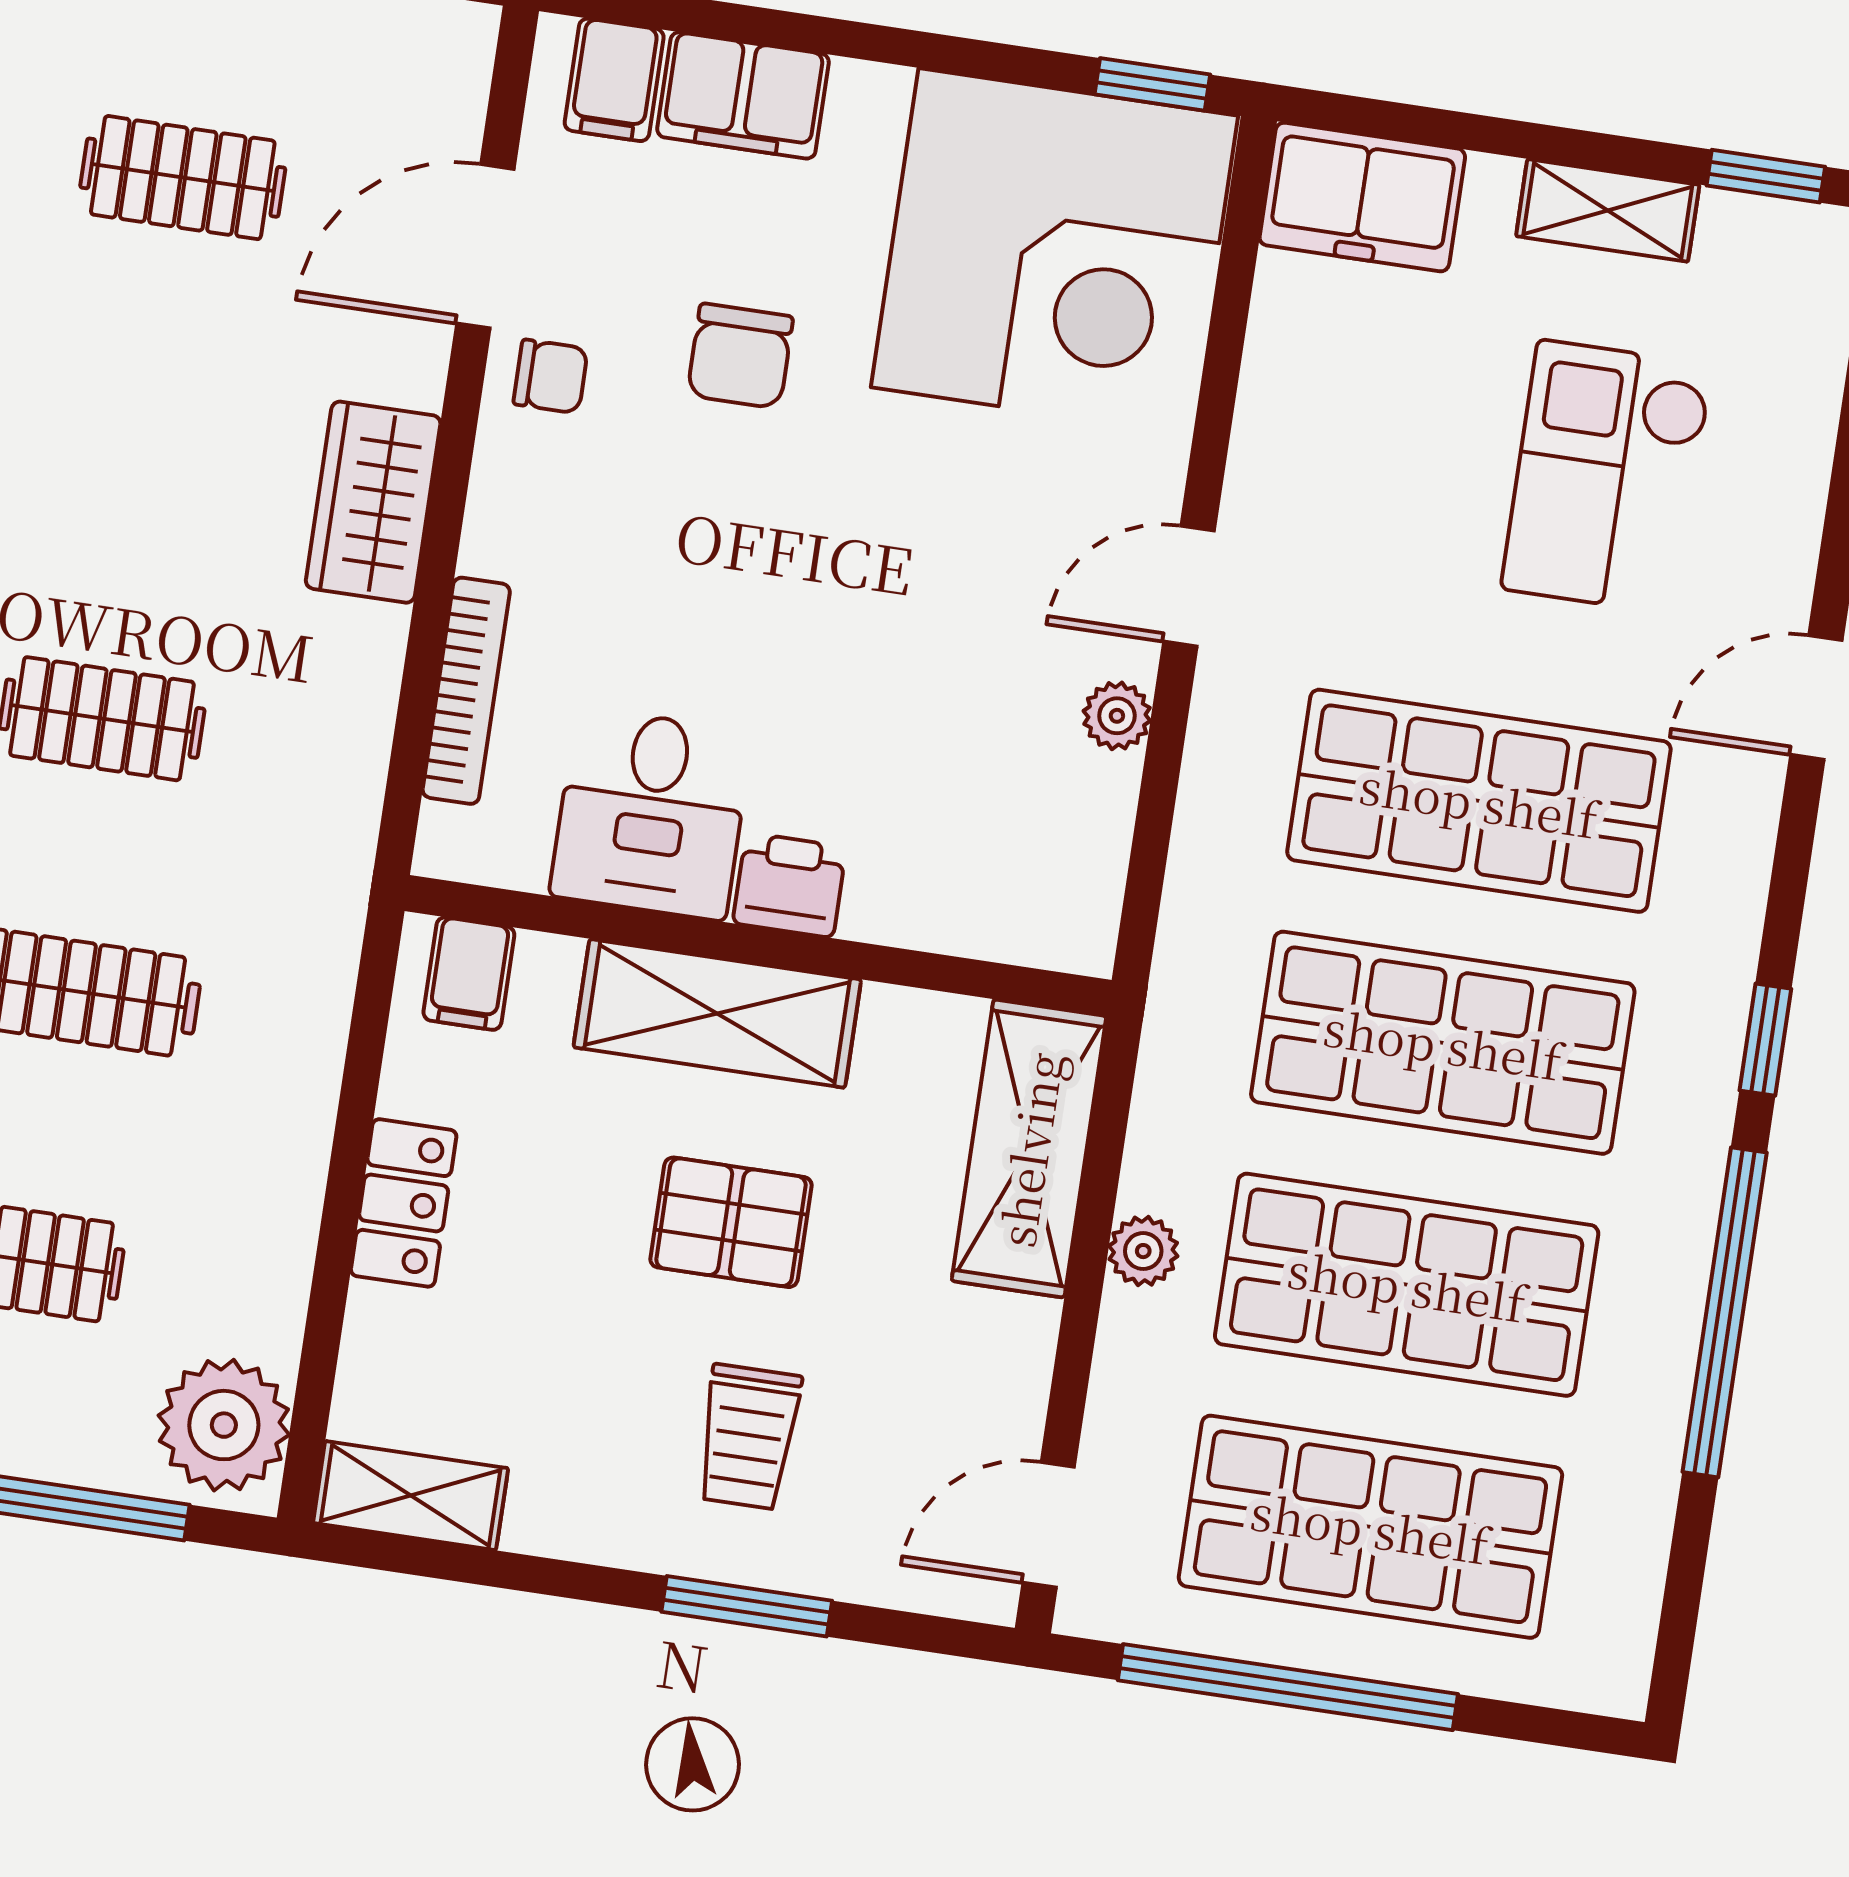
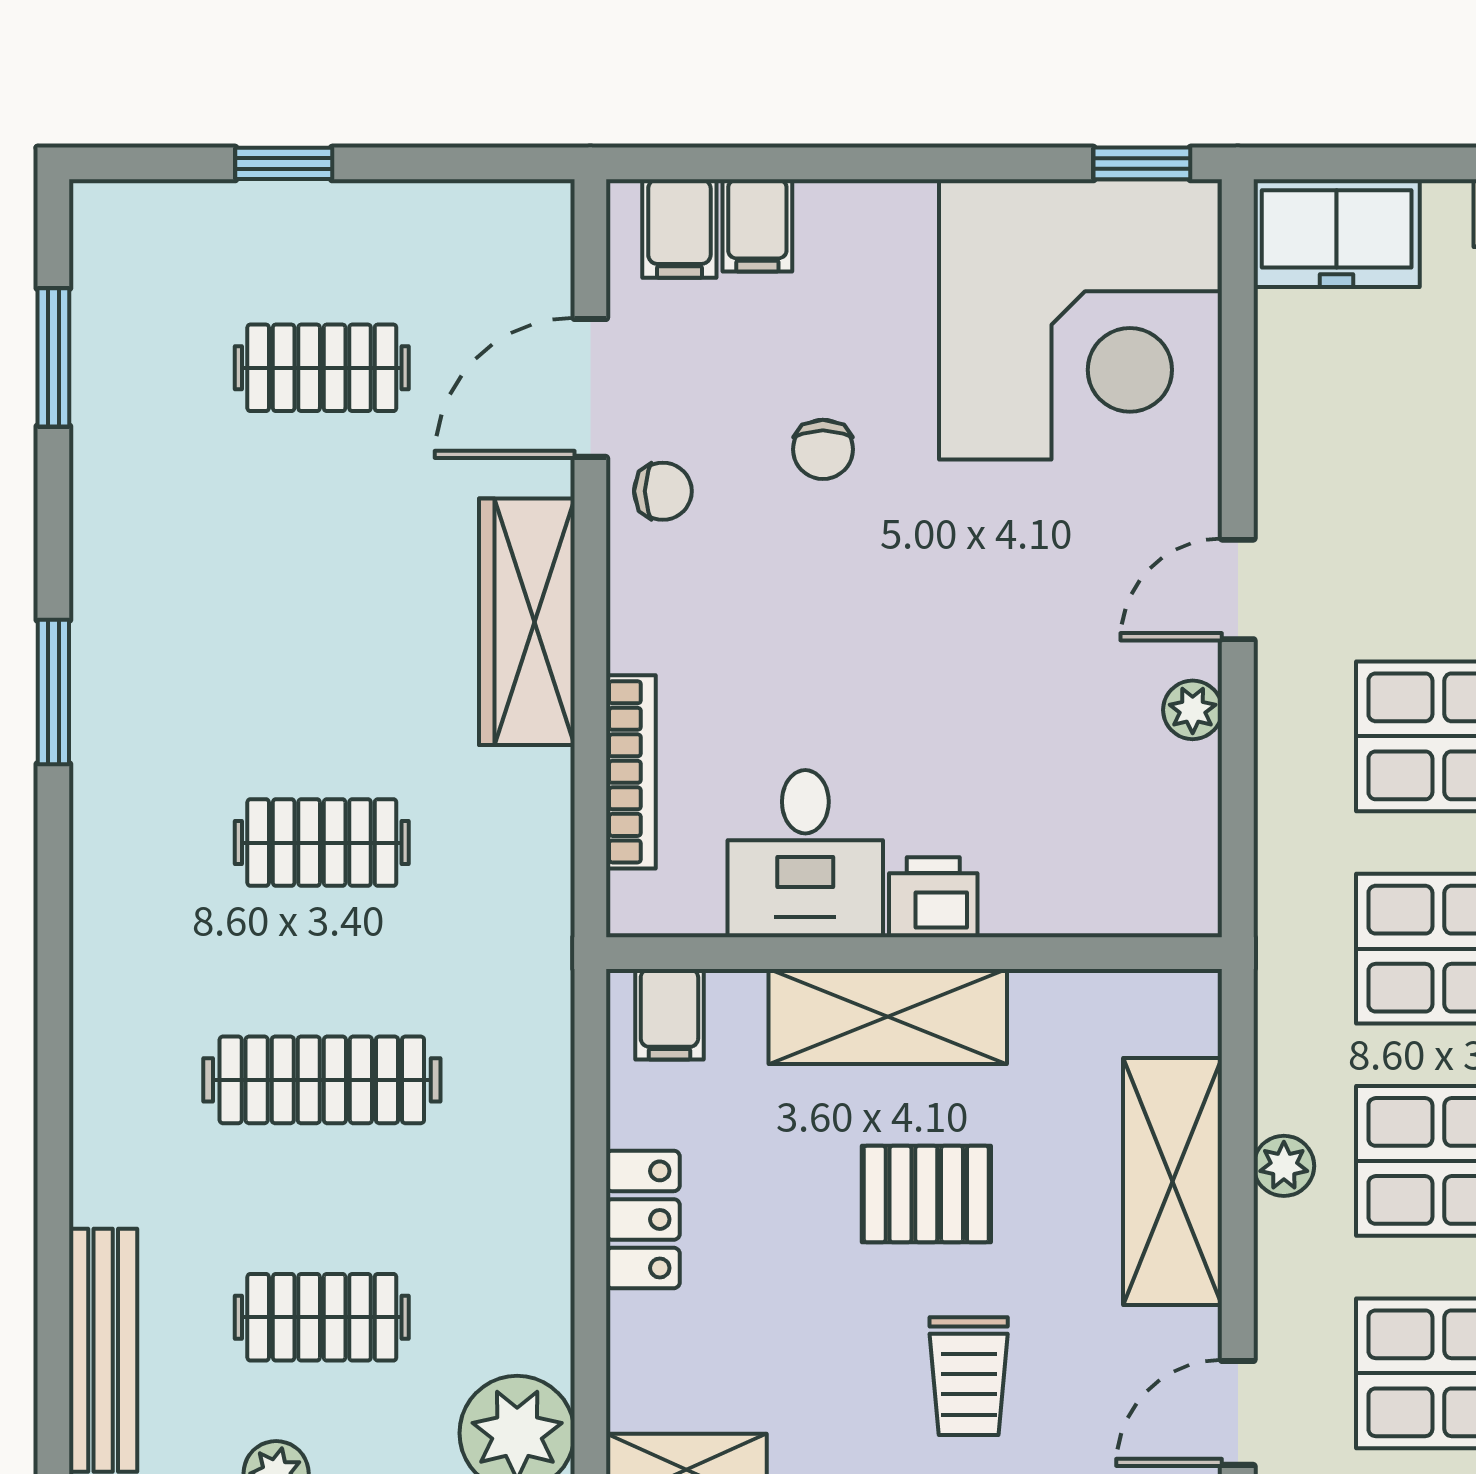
filing cabinet: (743, 95) -> (757, 225), width x0.50
chair: (740, 356) -> (823, 449), width x0.73, depth x0.73
wardrobe: (373, 502) -> (527, 622), width x1.50
shelving: (1029, 1149) -> (1173, 1181), moved

